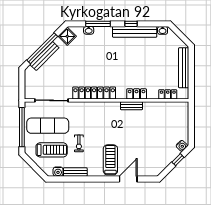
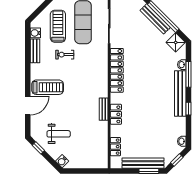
bench: (135, 32) -> (180, 93), moved
window: (181, 35) -> (177, 160), added
window: (191, 62) -> (149, 171), added
weight bench: (155, 149) -> (59, 134), added
treadmill: (52, 150) -> (58, 26), turned 180
window: (178, 160) -> (38, 148), moved
door: (128, 179) -> (28, 106), hinge flipped

